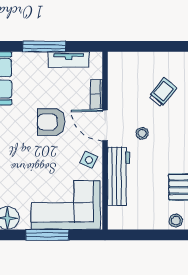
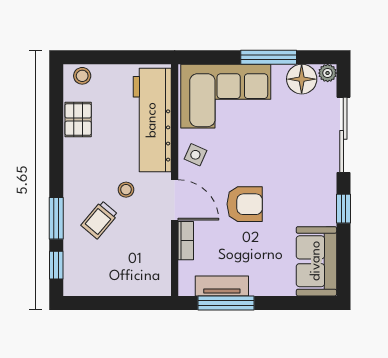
window: (44, 46) -> (226, 303), moved
trolley: (162, 92) -> (99, 220), moved
workbench: (119, 176) -> (152, 120), width x1.36, depth x1.32
window: (47, 235) -> (269, 57), moved

